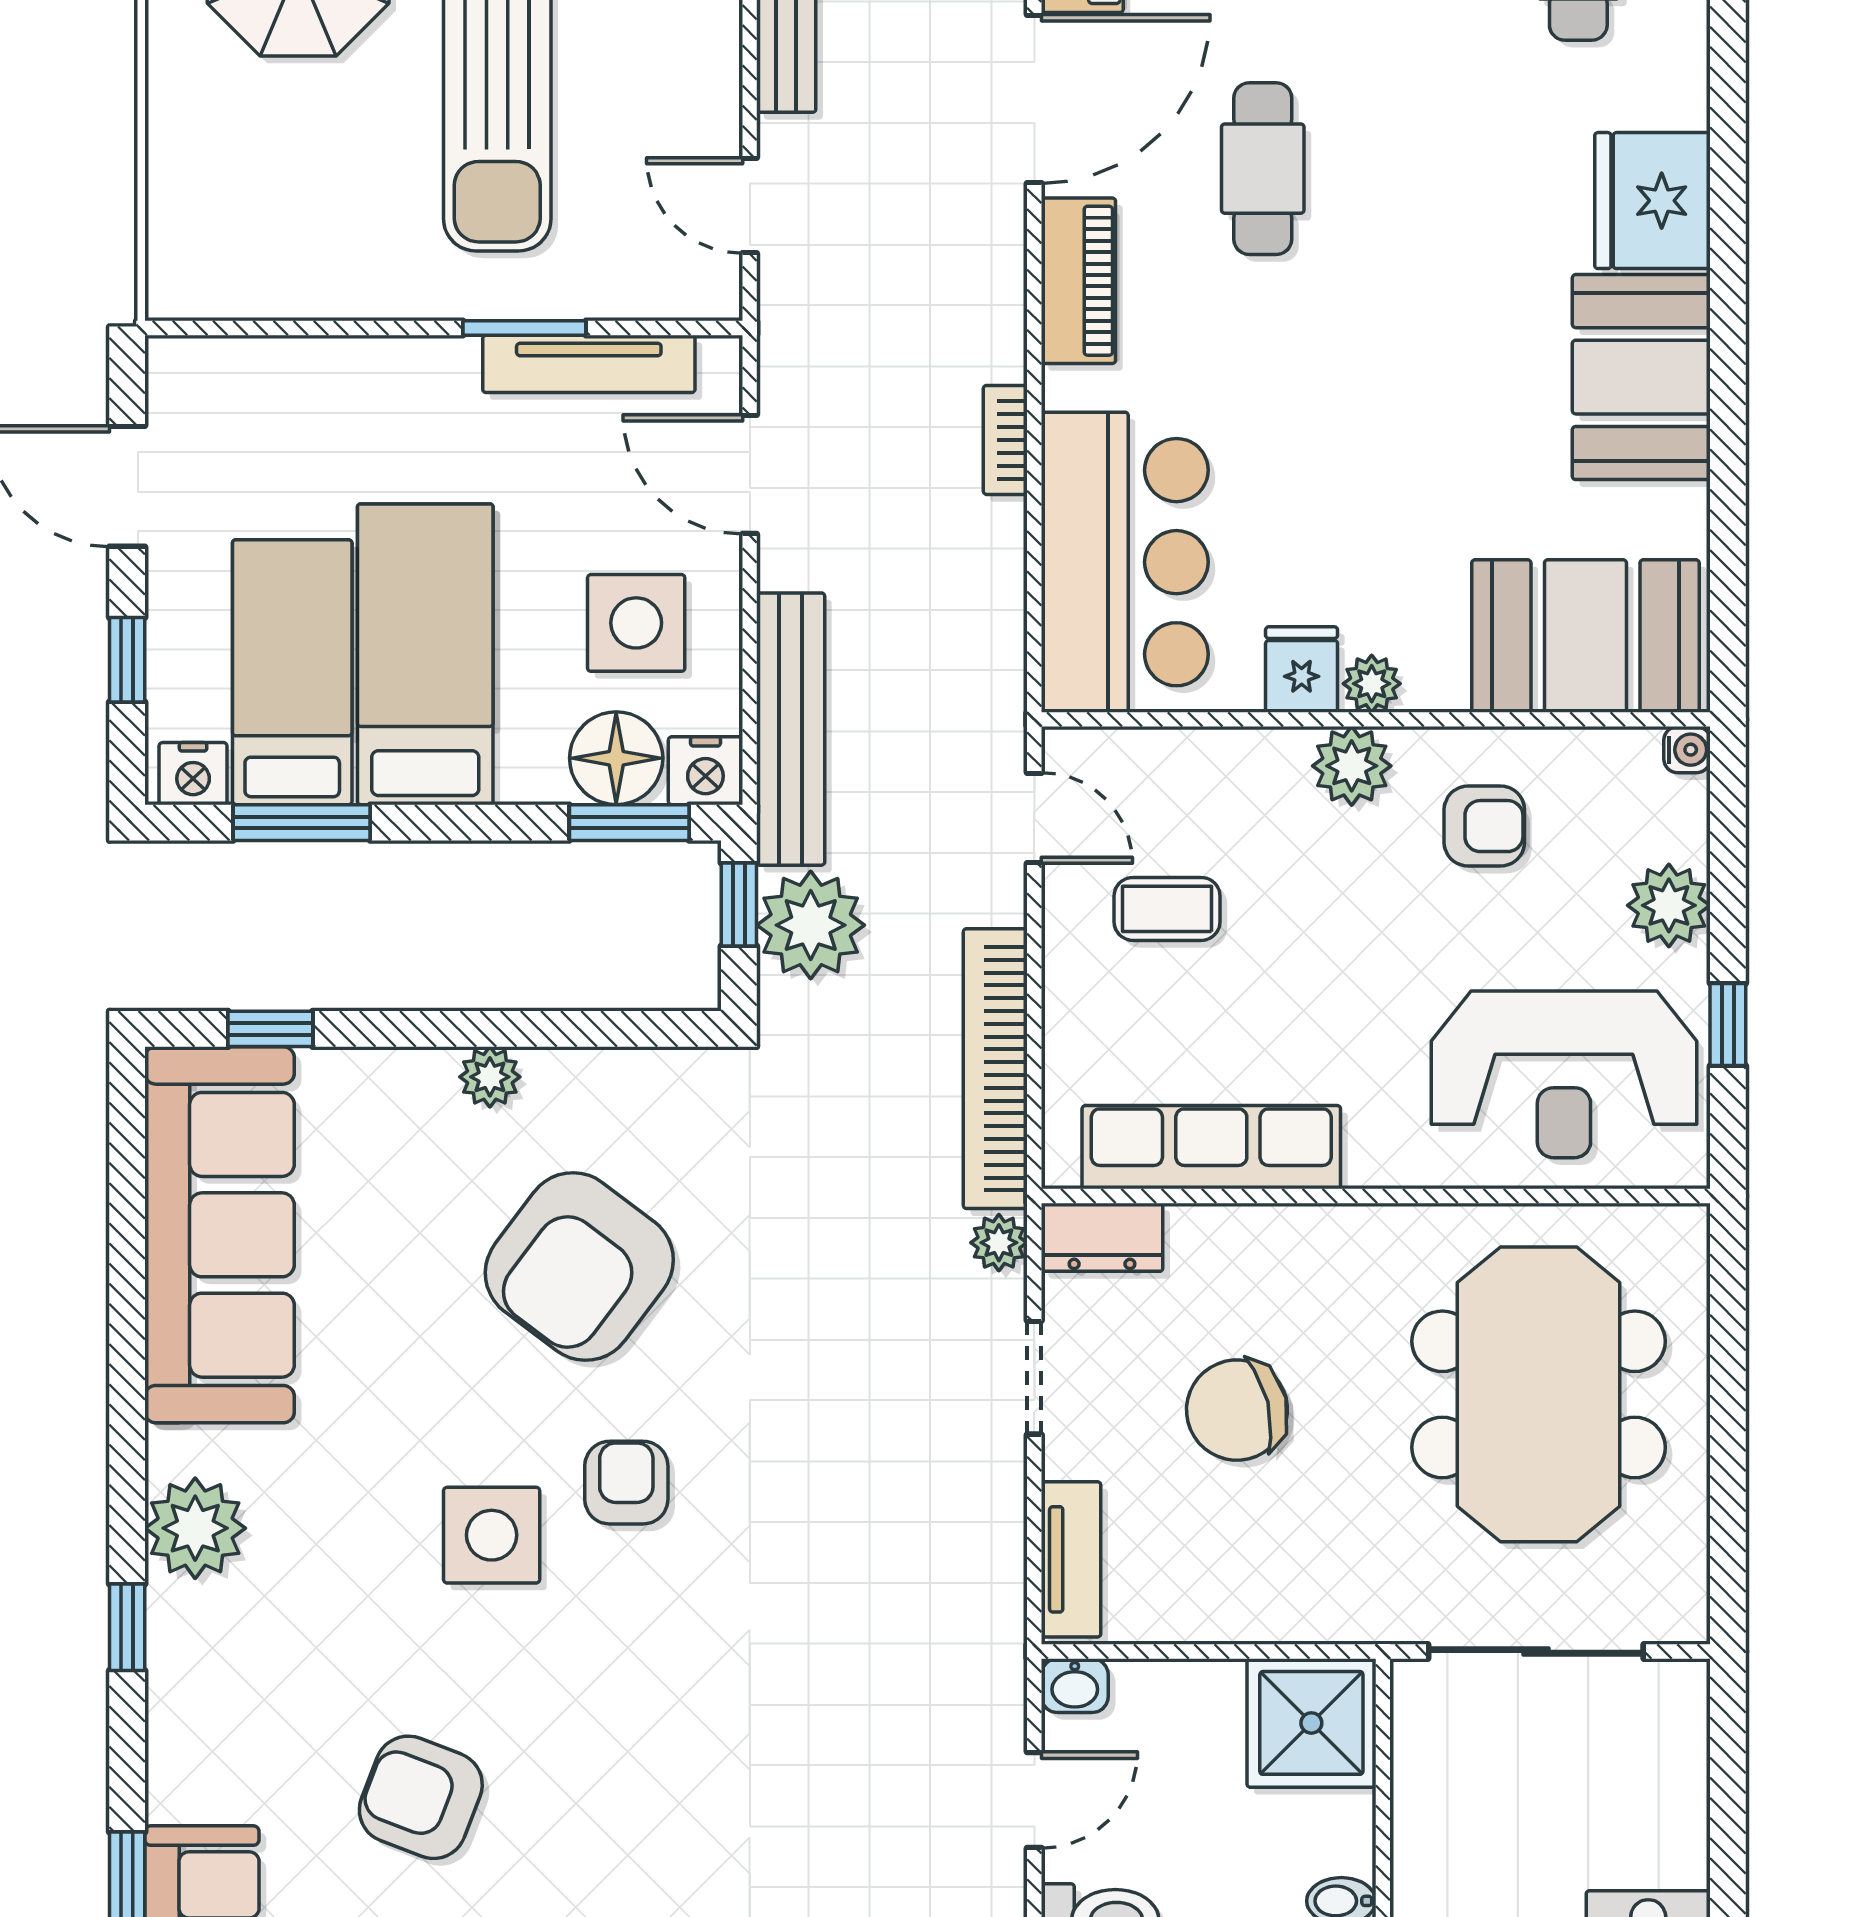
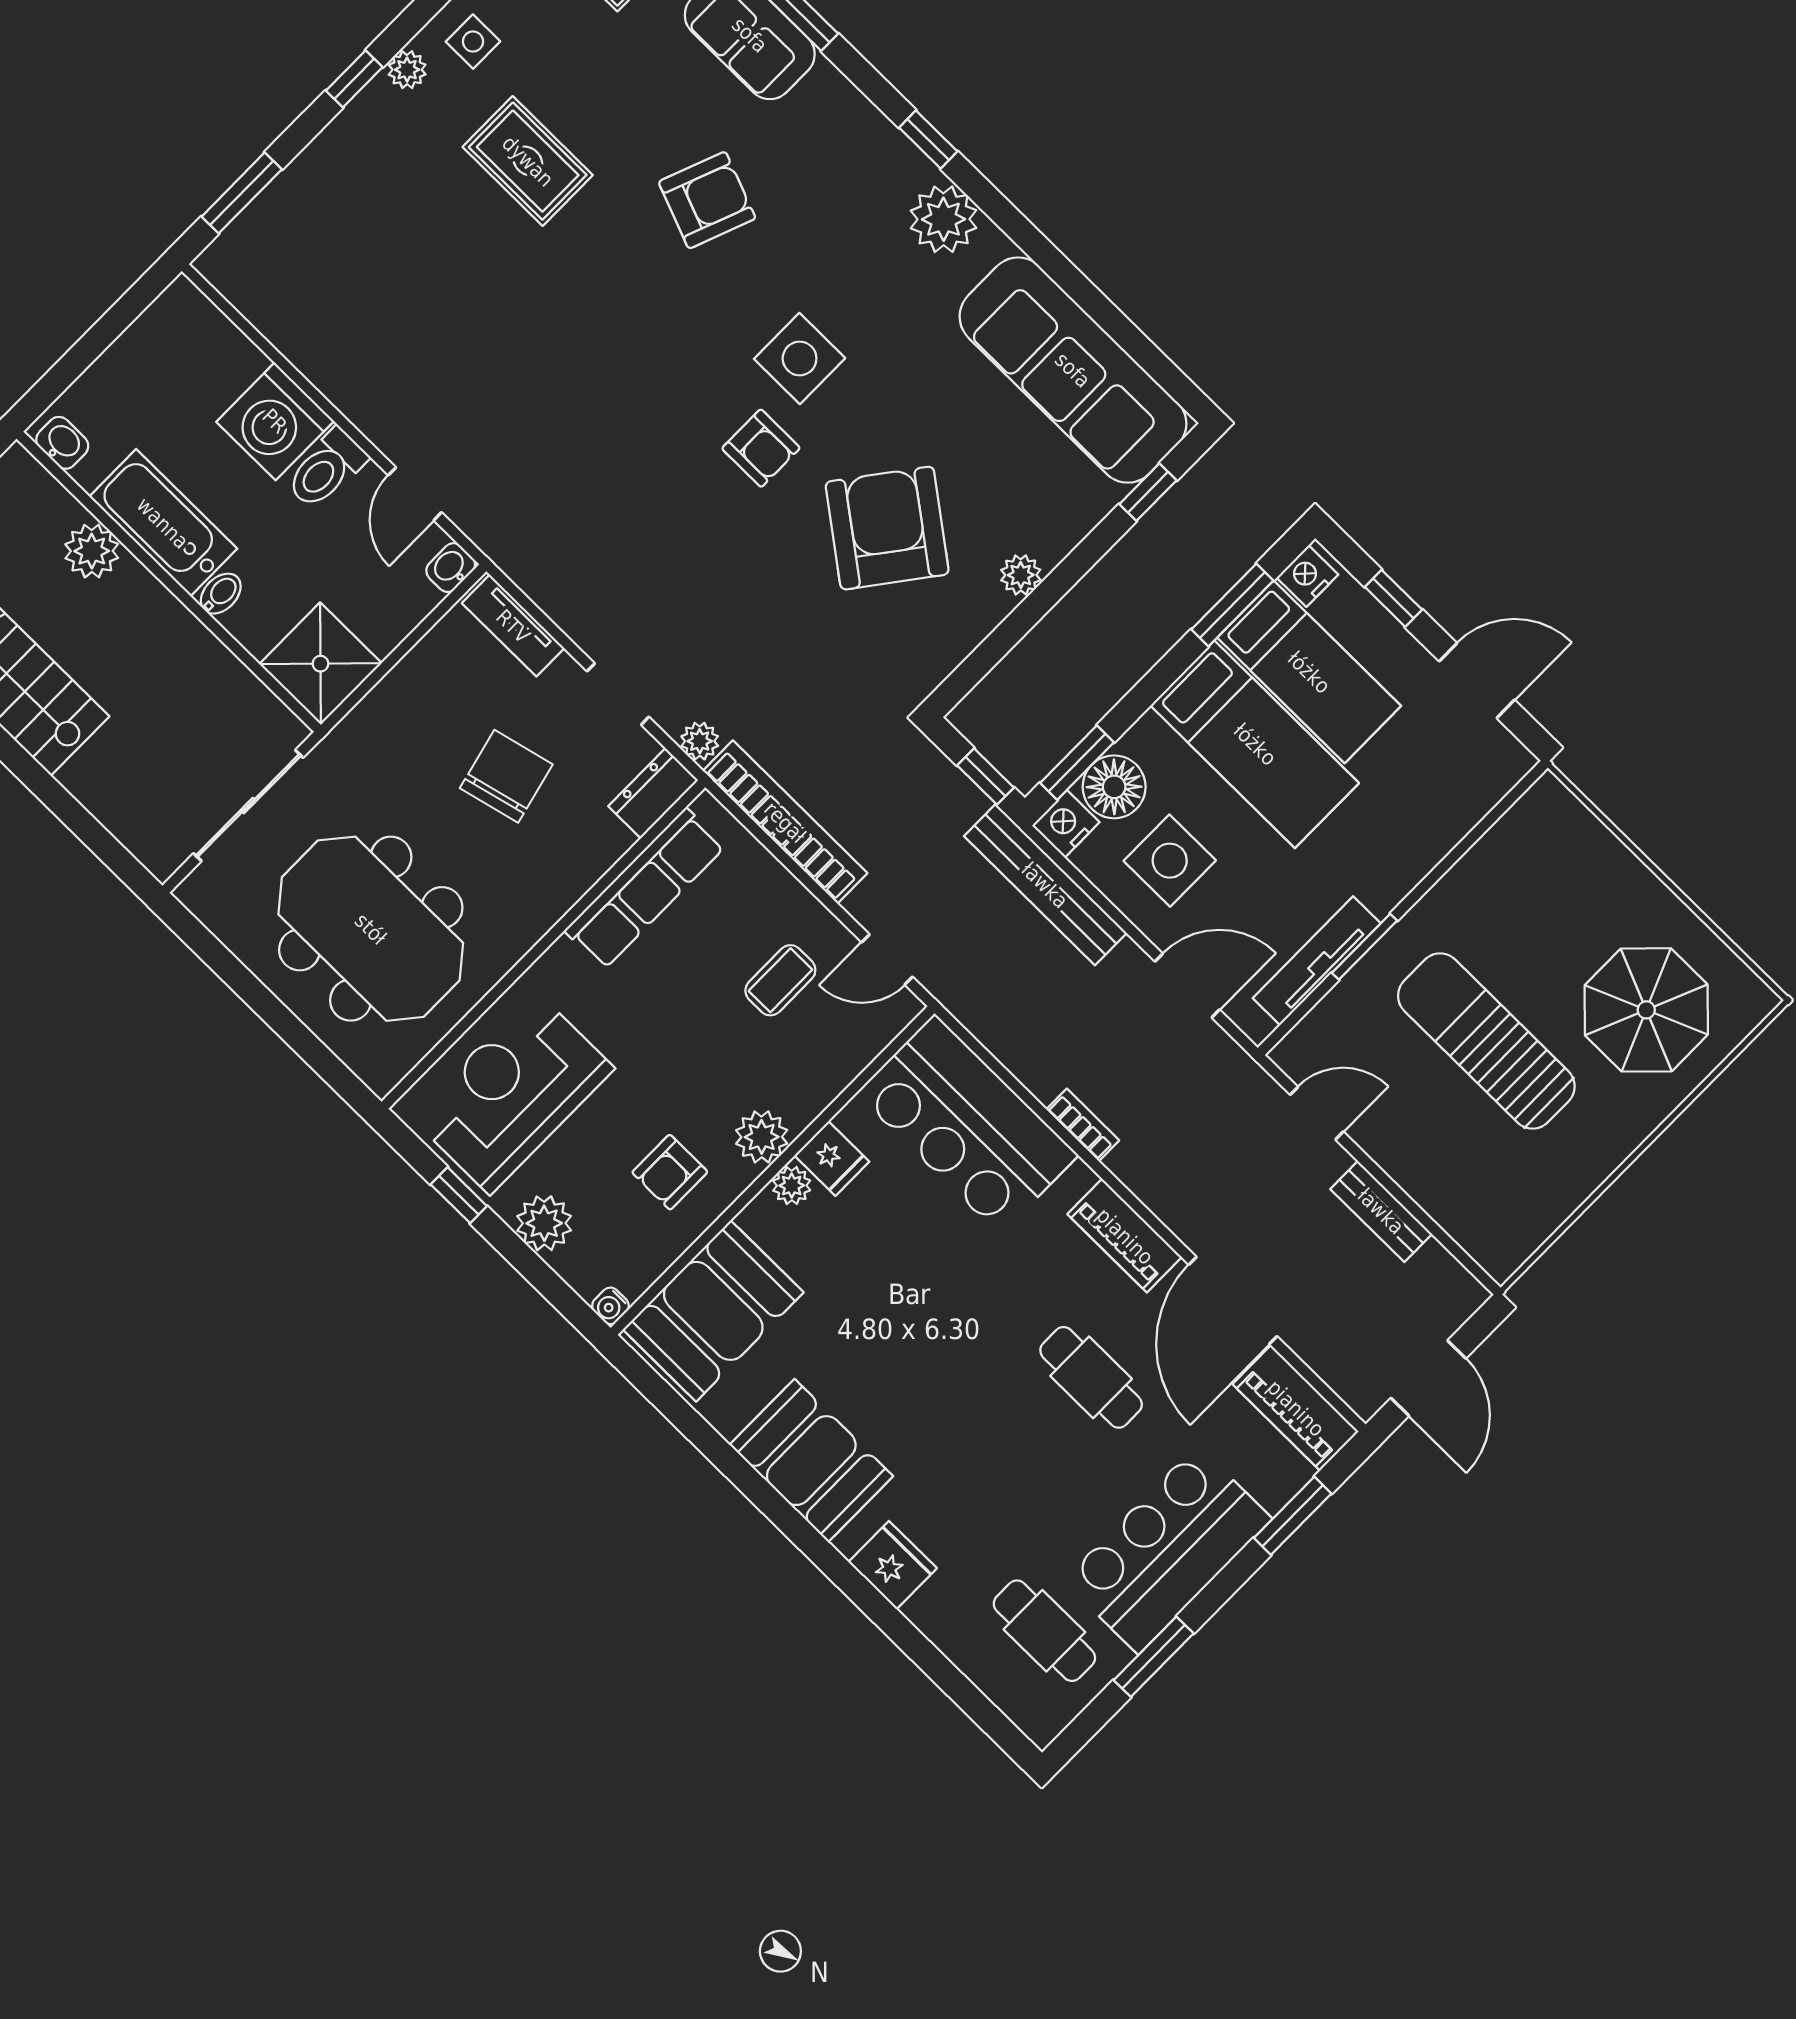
fridge: (1652, 201) -> (893, 1565), width x0.73, depth x0.75
plant: (811, 925) -> (942, 801), removed

